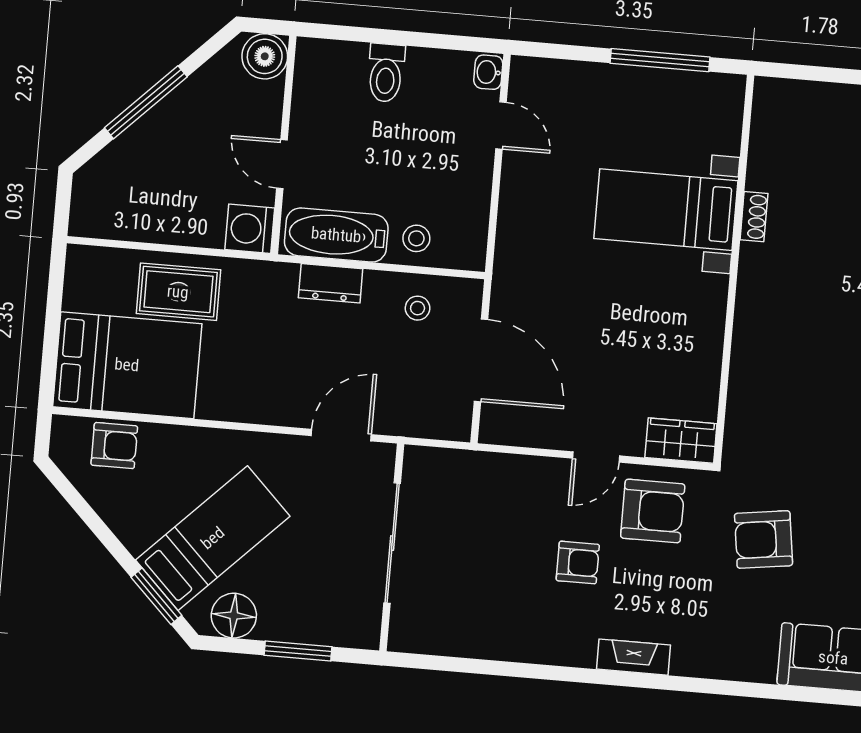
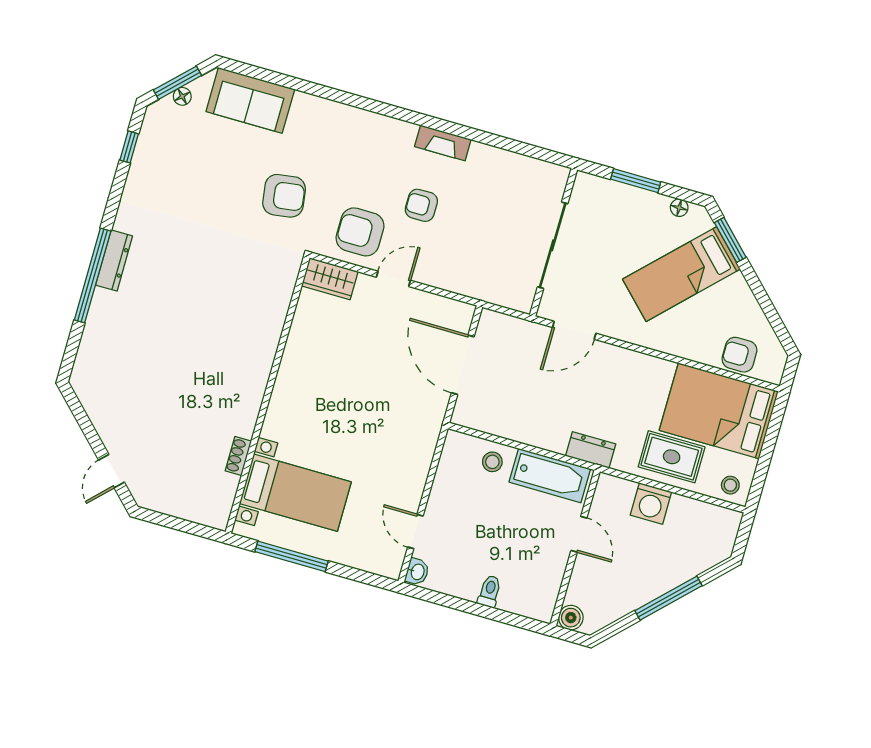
boiler: (265, 56) -> (571, 618), width x0.73, depth x0.73
toilet: (386, 73) -> (490, 591), width x0.73, depth x0.72
bed with nightstands: (666, 210) -> (295, 493), moved
shoe rack: (754, 217) -> (238, 456), moved
washing machine: (250, 229) -> (651, 503), moved, turned 90
dresser: (331, 283) -> (591, 450), moved
stool: (418, 308) -> (730, 485), moved
floor lamp: (234, 616) -> (679, 208), width x0.53, depth x0.53
fireplace: (633, 657) -> (443, 143), moved

